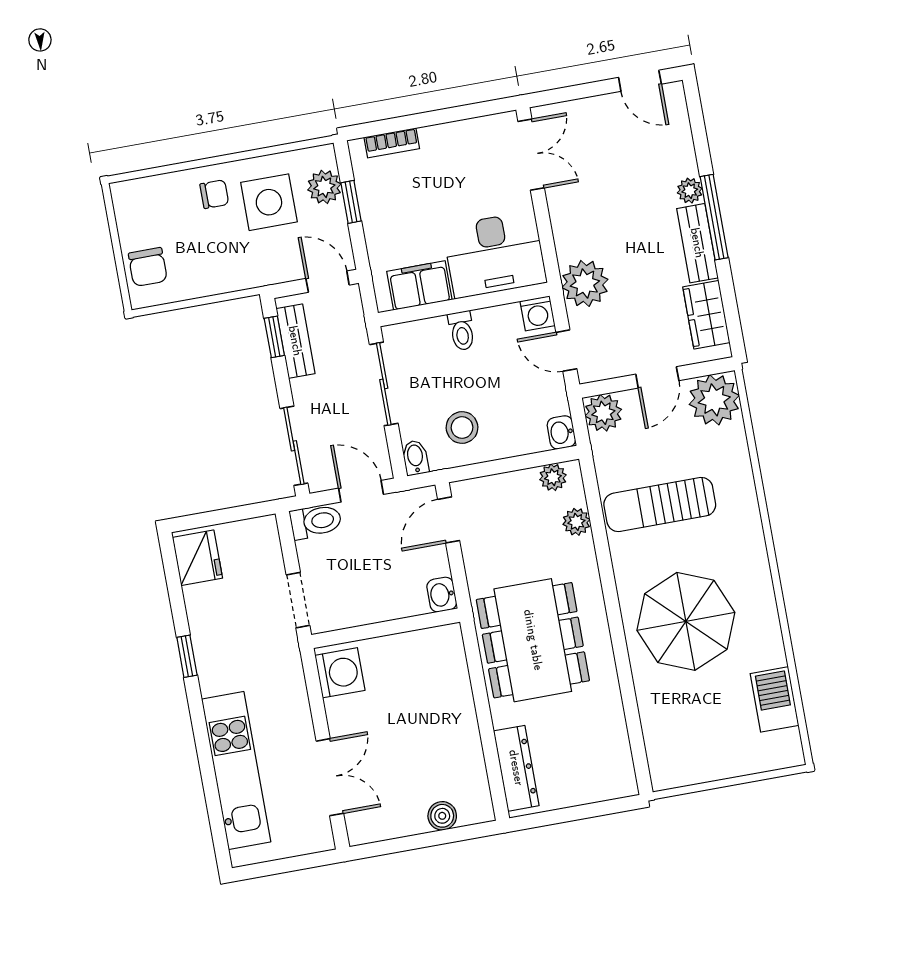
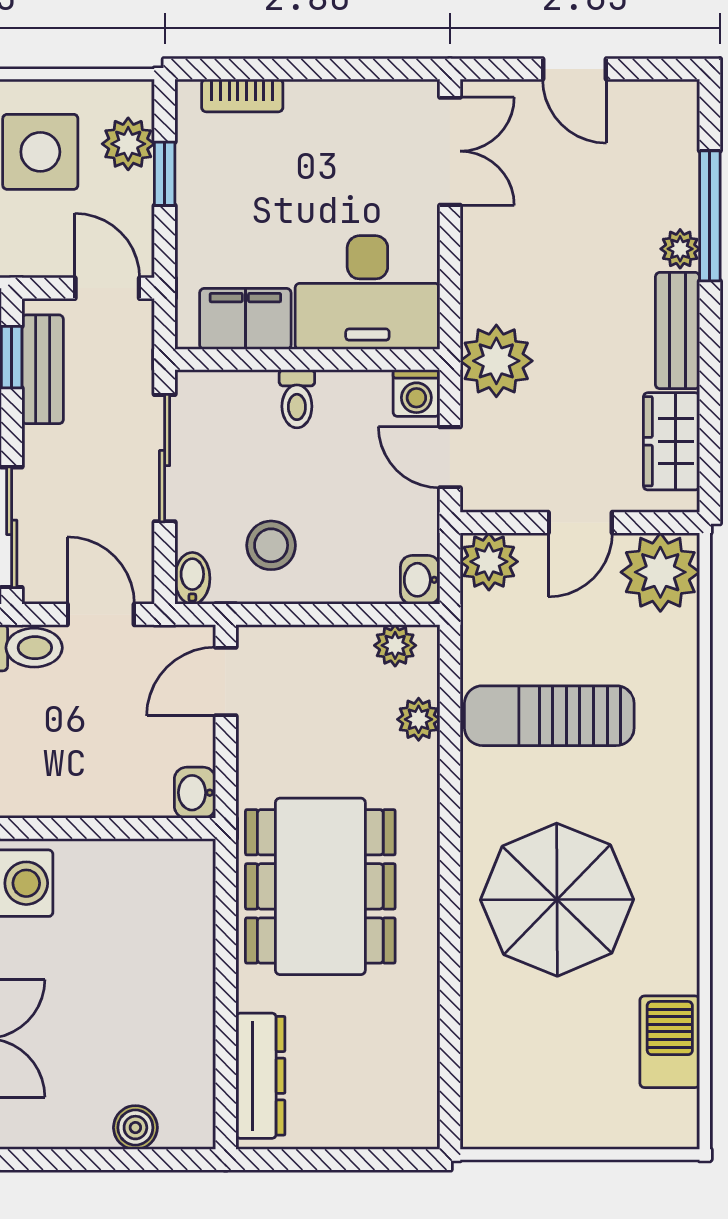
door: (640, 81) -> (574, 69), moved
window: (714, 217) -> (710, 216), moved

